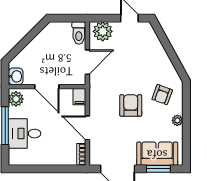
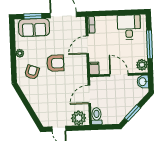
window: (31, 36) -> (133, 113), added
armchair: (131, 105) -> (55, 63), turned -90
door: (87, 128) -> (87, 45), swing flipped
desk: (25, 134) -> (129, 27), moved, turned -90

